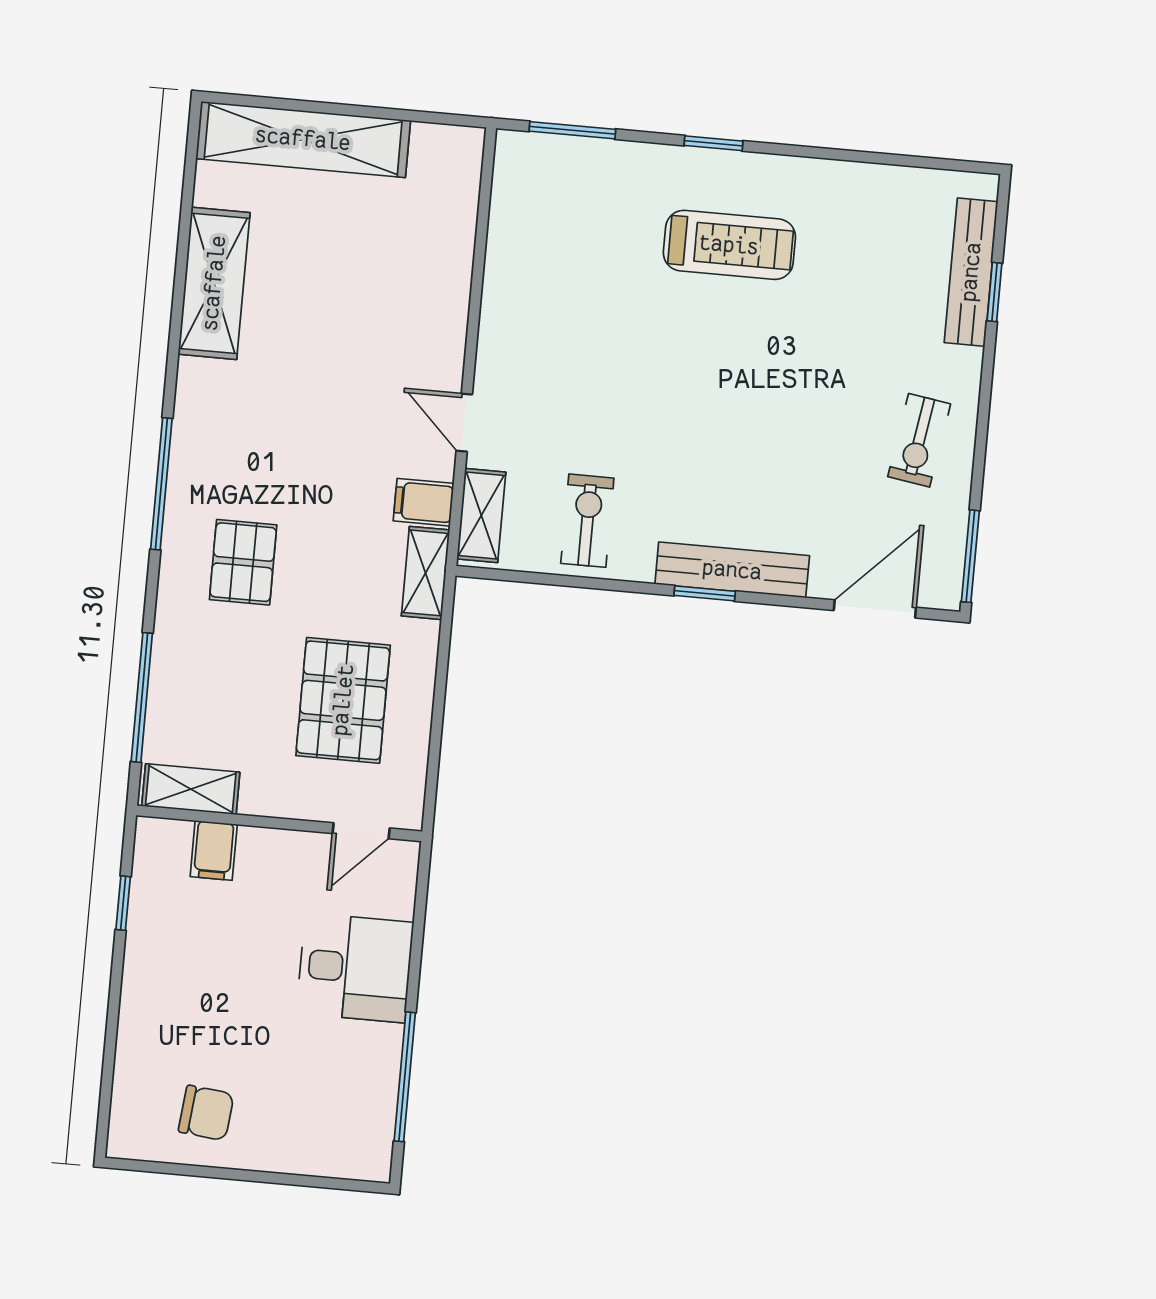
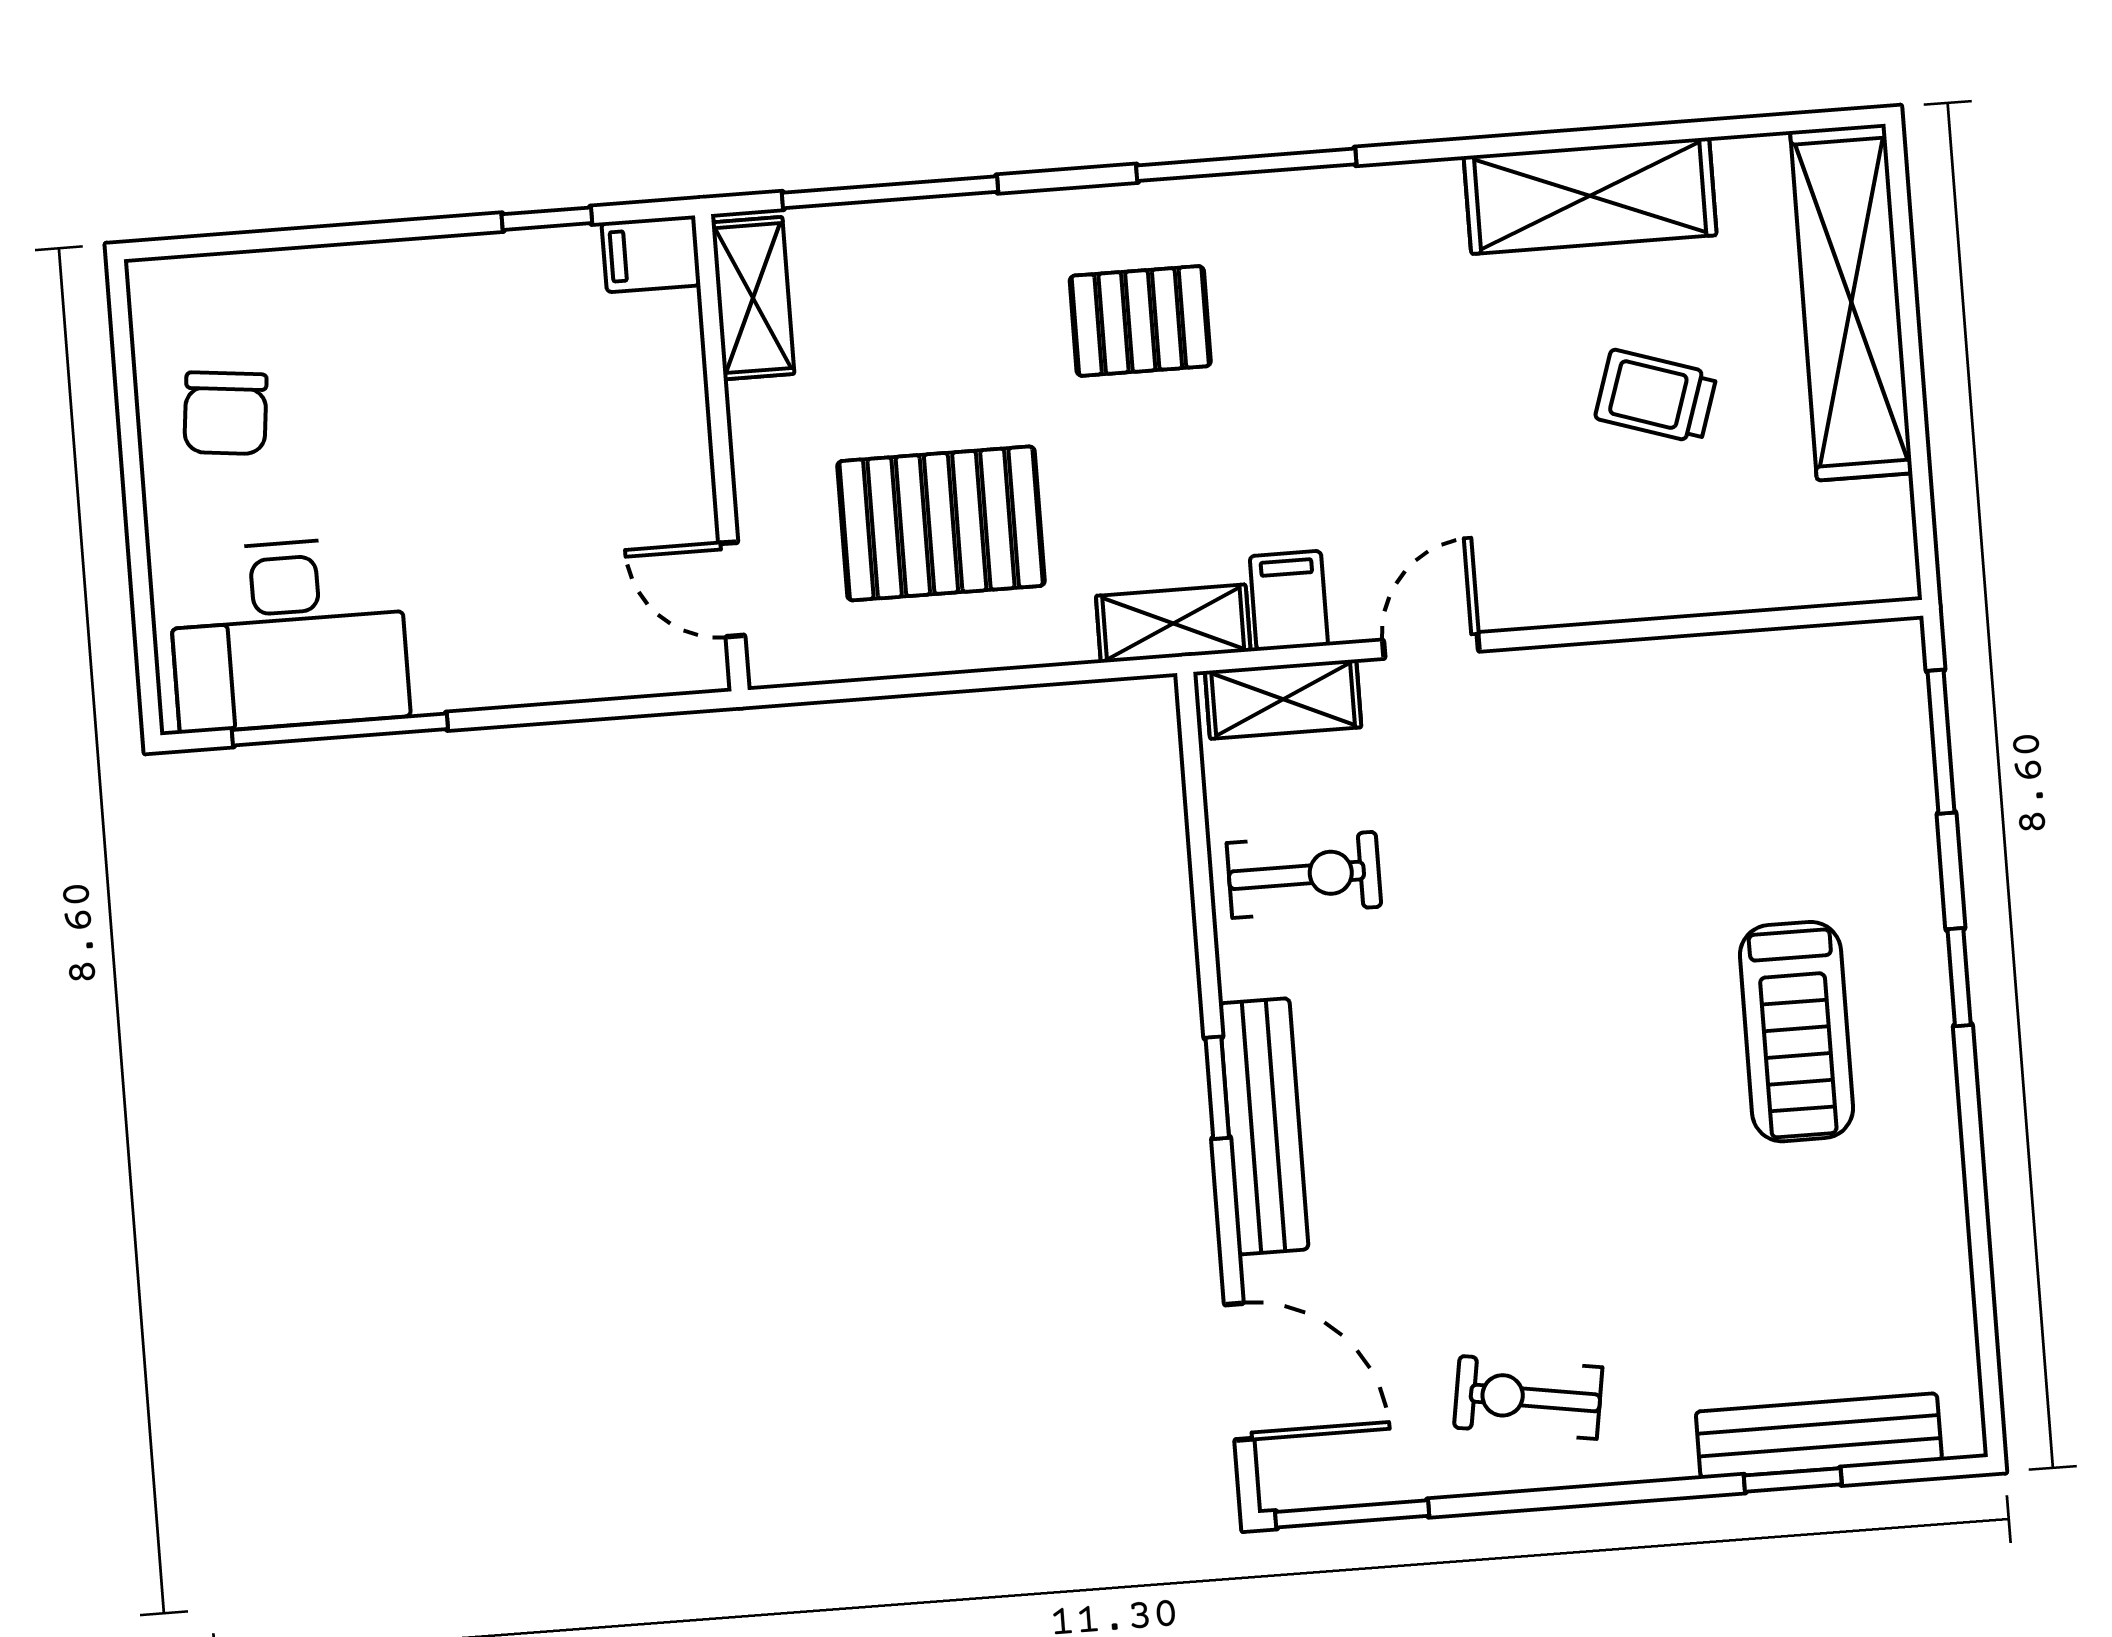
trolley: (339, 265) -> (1656, 396), added
filing cabinet: (214, 850) -> (651, 254), moved
desk: (355, 968) -> (288, 634), moved, width x1.37

